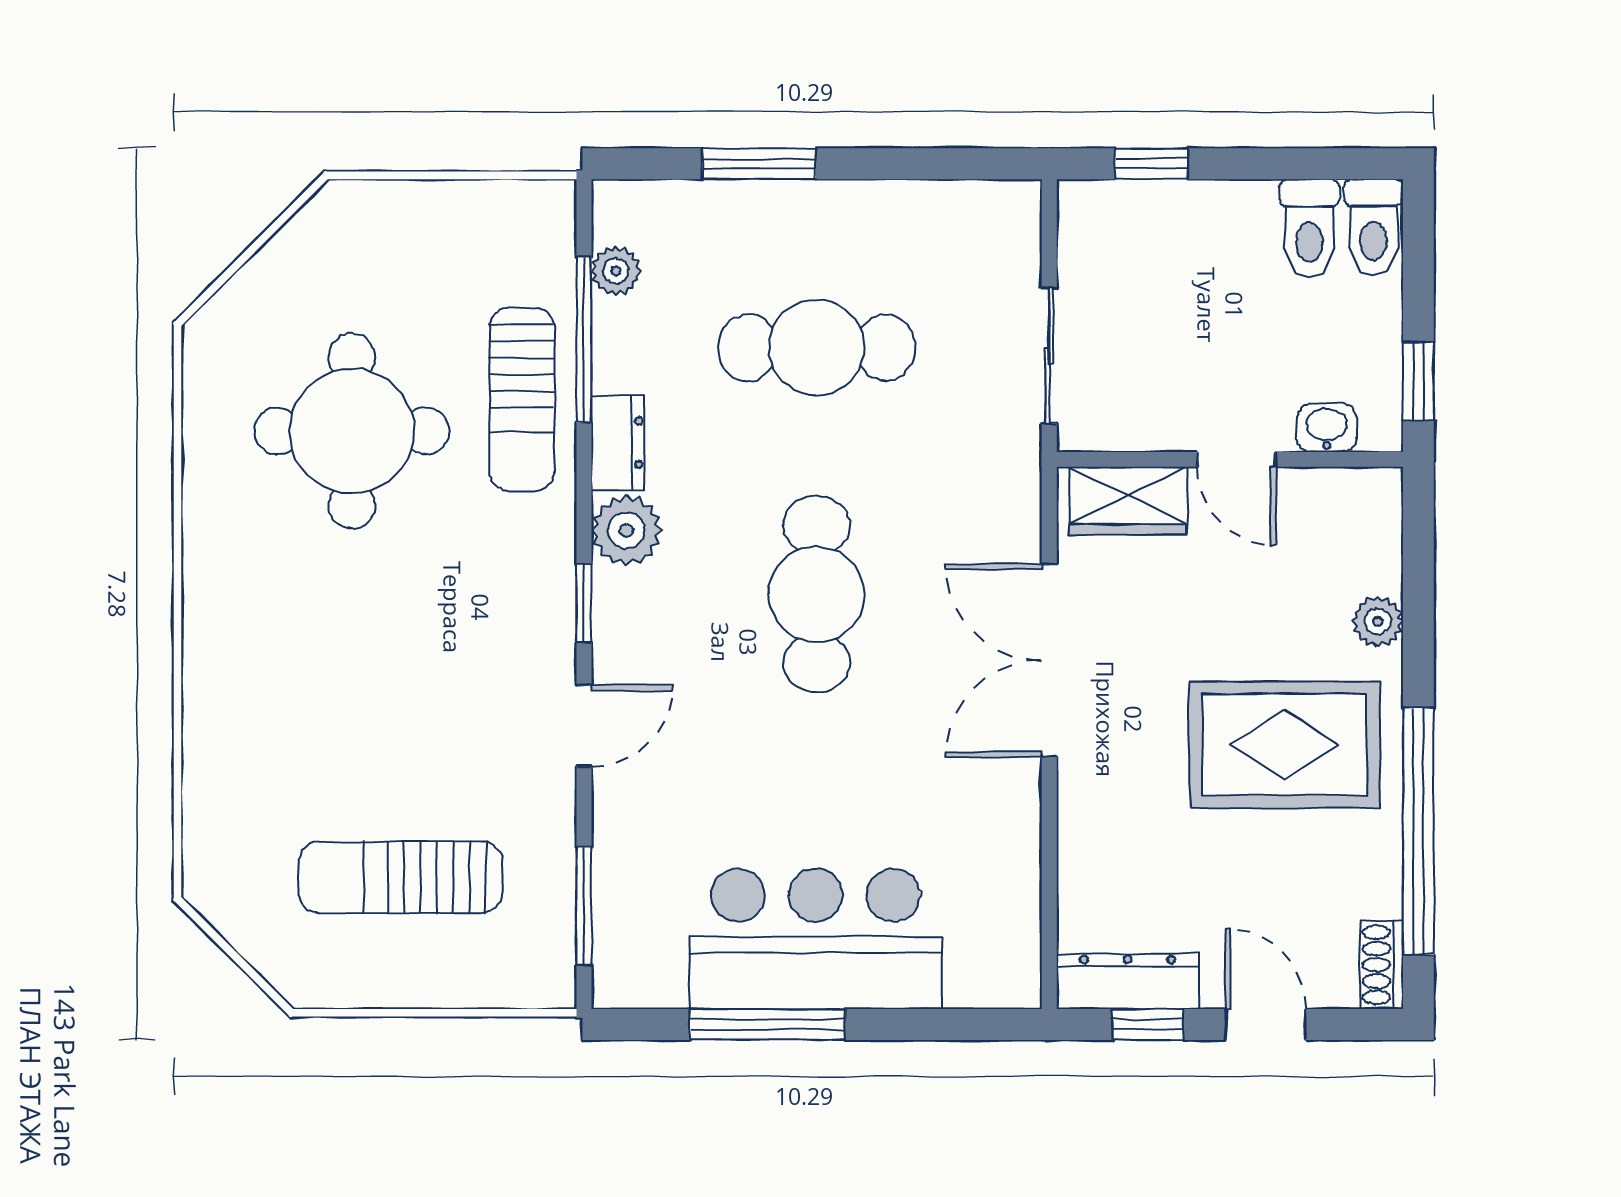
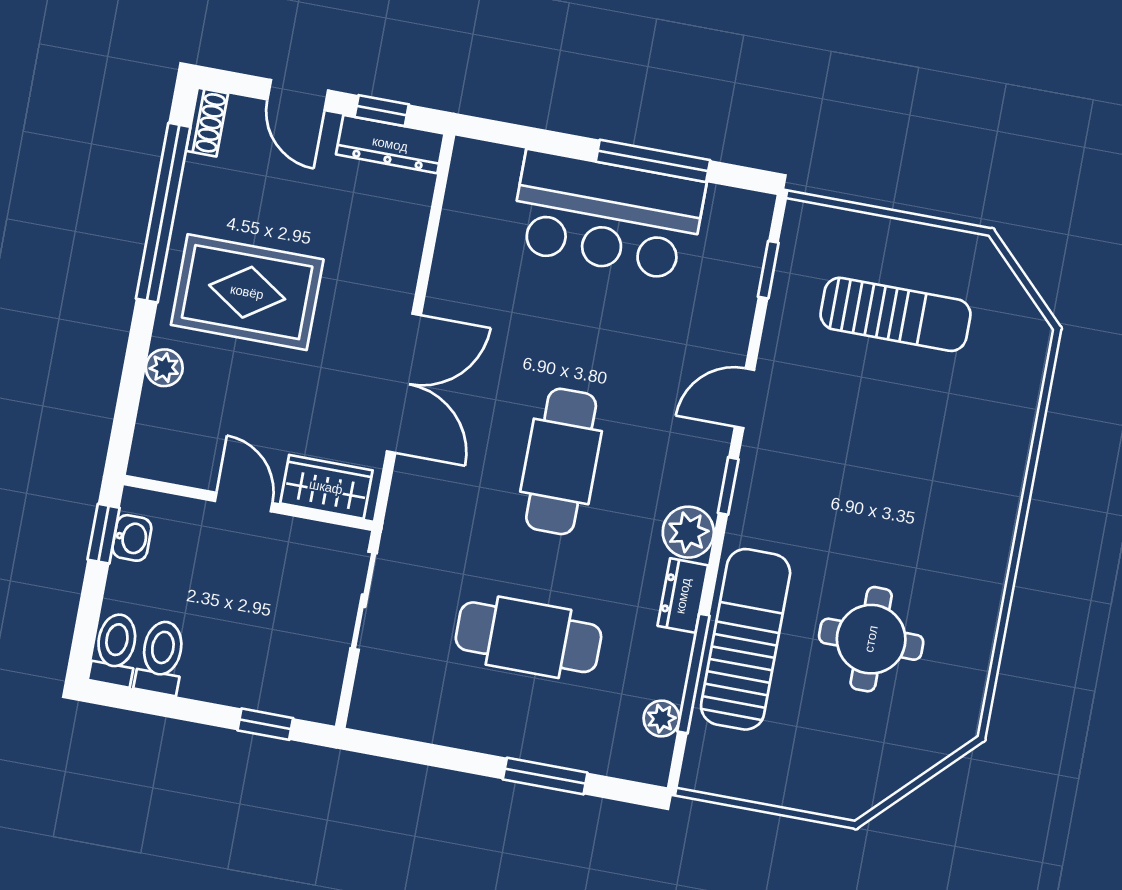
sun lounger: (522, 399) -> (746, 639), width x1.36, depth x1.34
washbasin: (1327, 428) -> (132, 538), moved, turned -90
round table: (352, 431) -> (871, 639), width x0.73, depth x0.73
window: (584, 906) -> (768, 270), width x0.67

